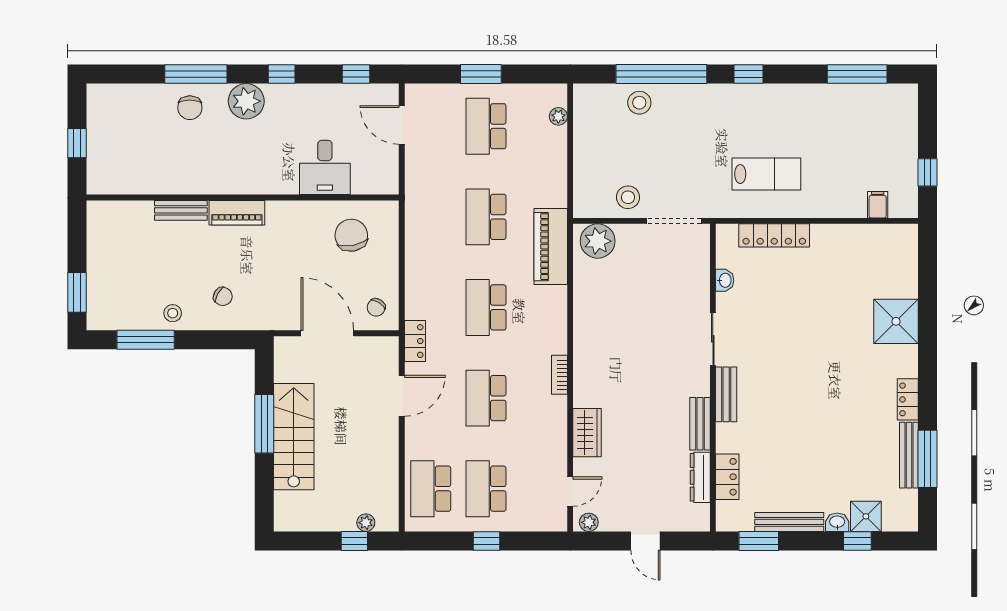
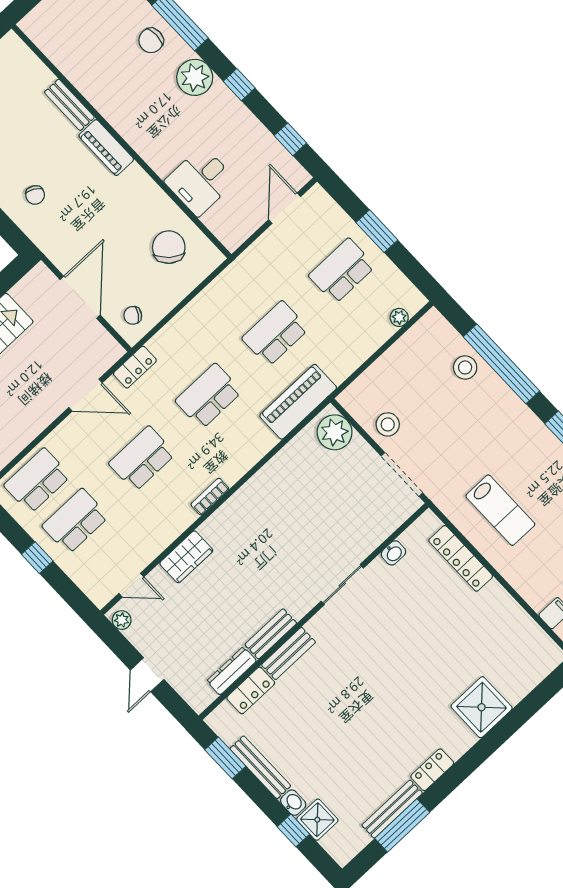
chair: (351, 235) -> (169, 247), turned -39
bench: (726, 394) -> (289, 653), moved

